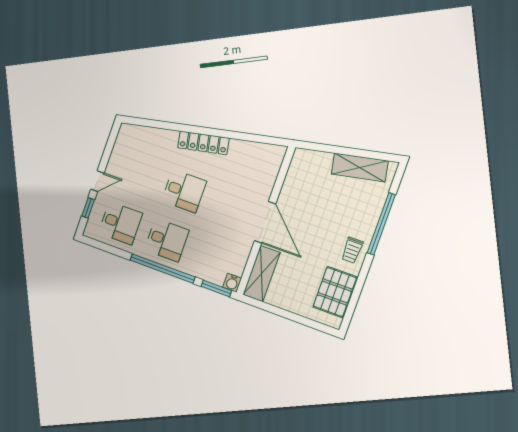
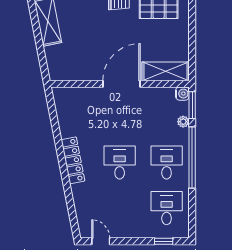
door: (97, 181) -> (101, 241), moved
plant: (203, 273) -> (183, 122), added

